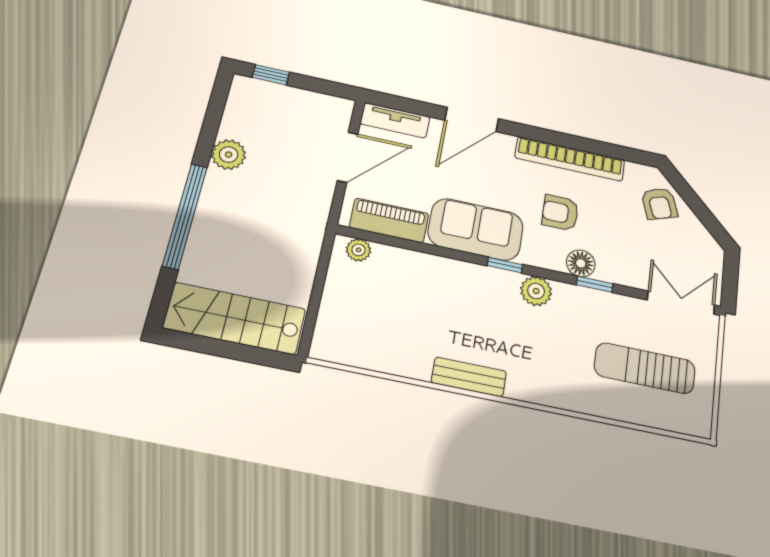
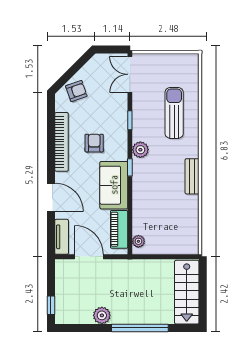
armchair: (560, 213) -> (94, 143), turned 180
floor lamp: (581, 263) -> (120, 129), removed
sun lounger: (645, 368) -> (174, 113), moved, turned 180

